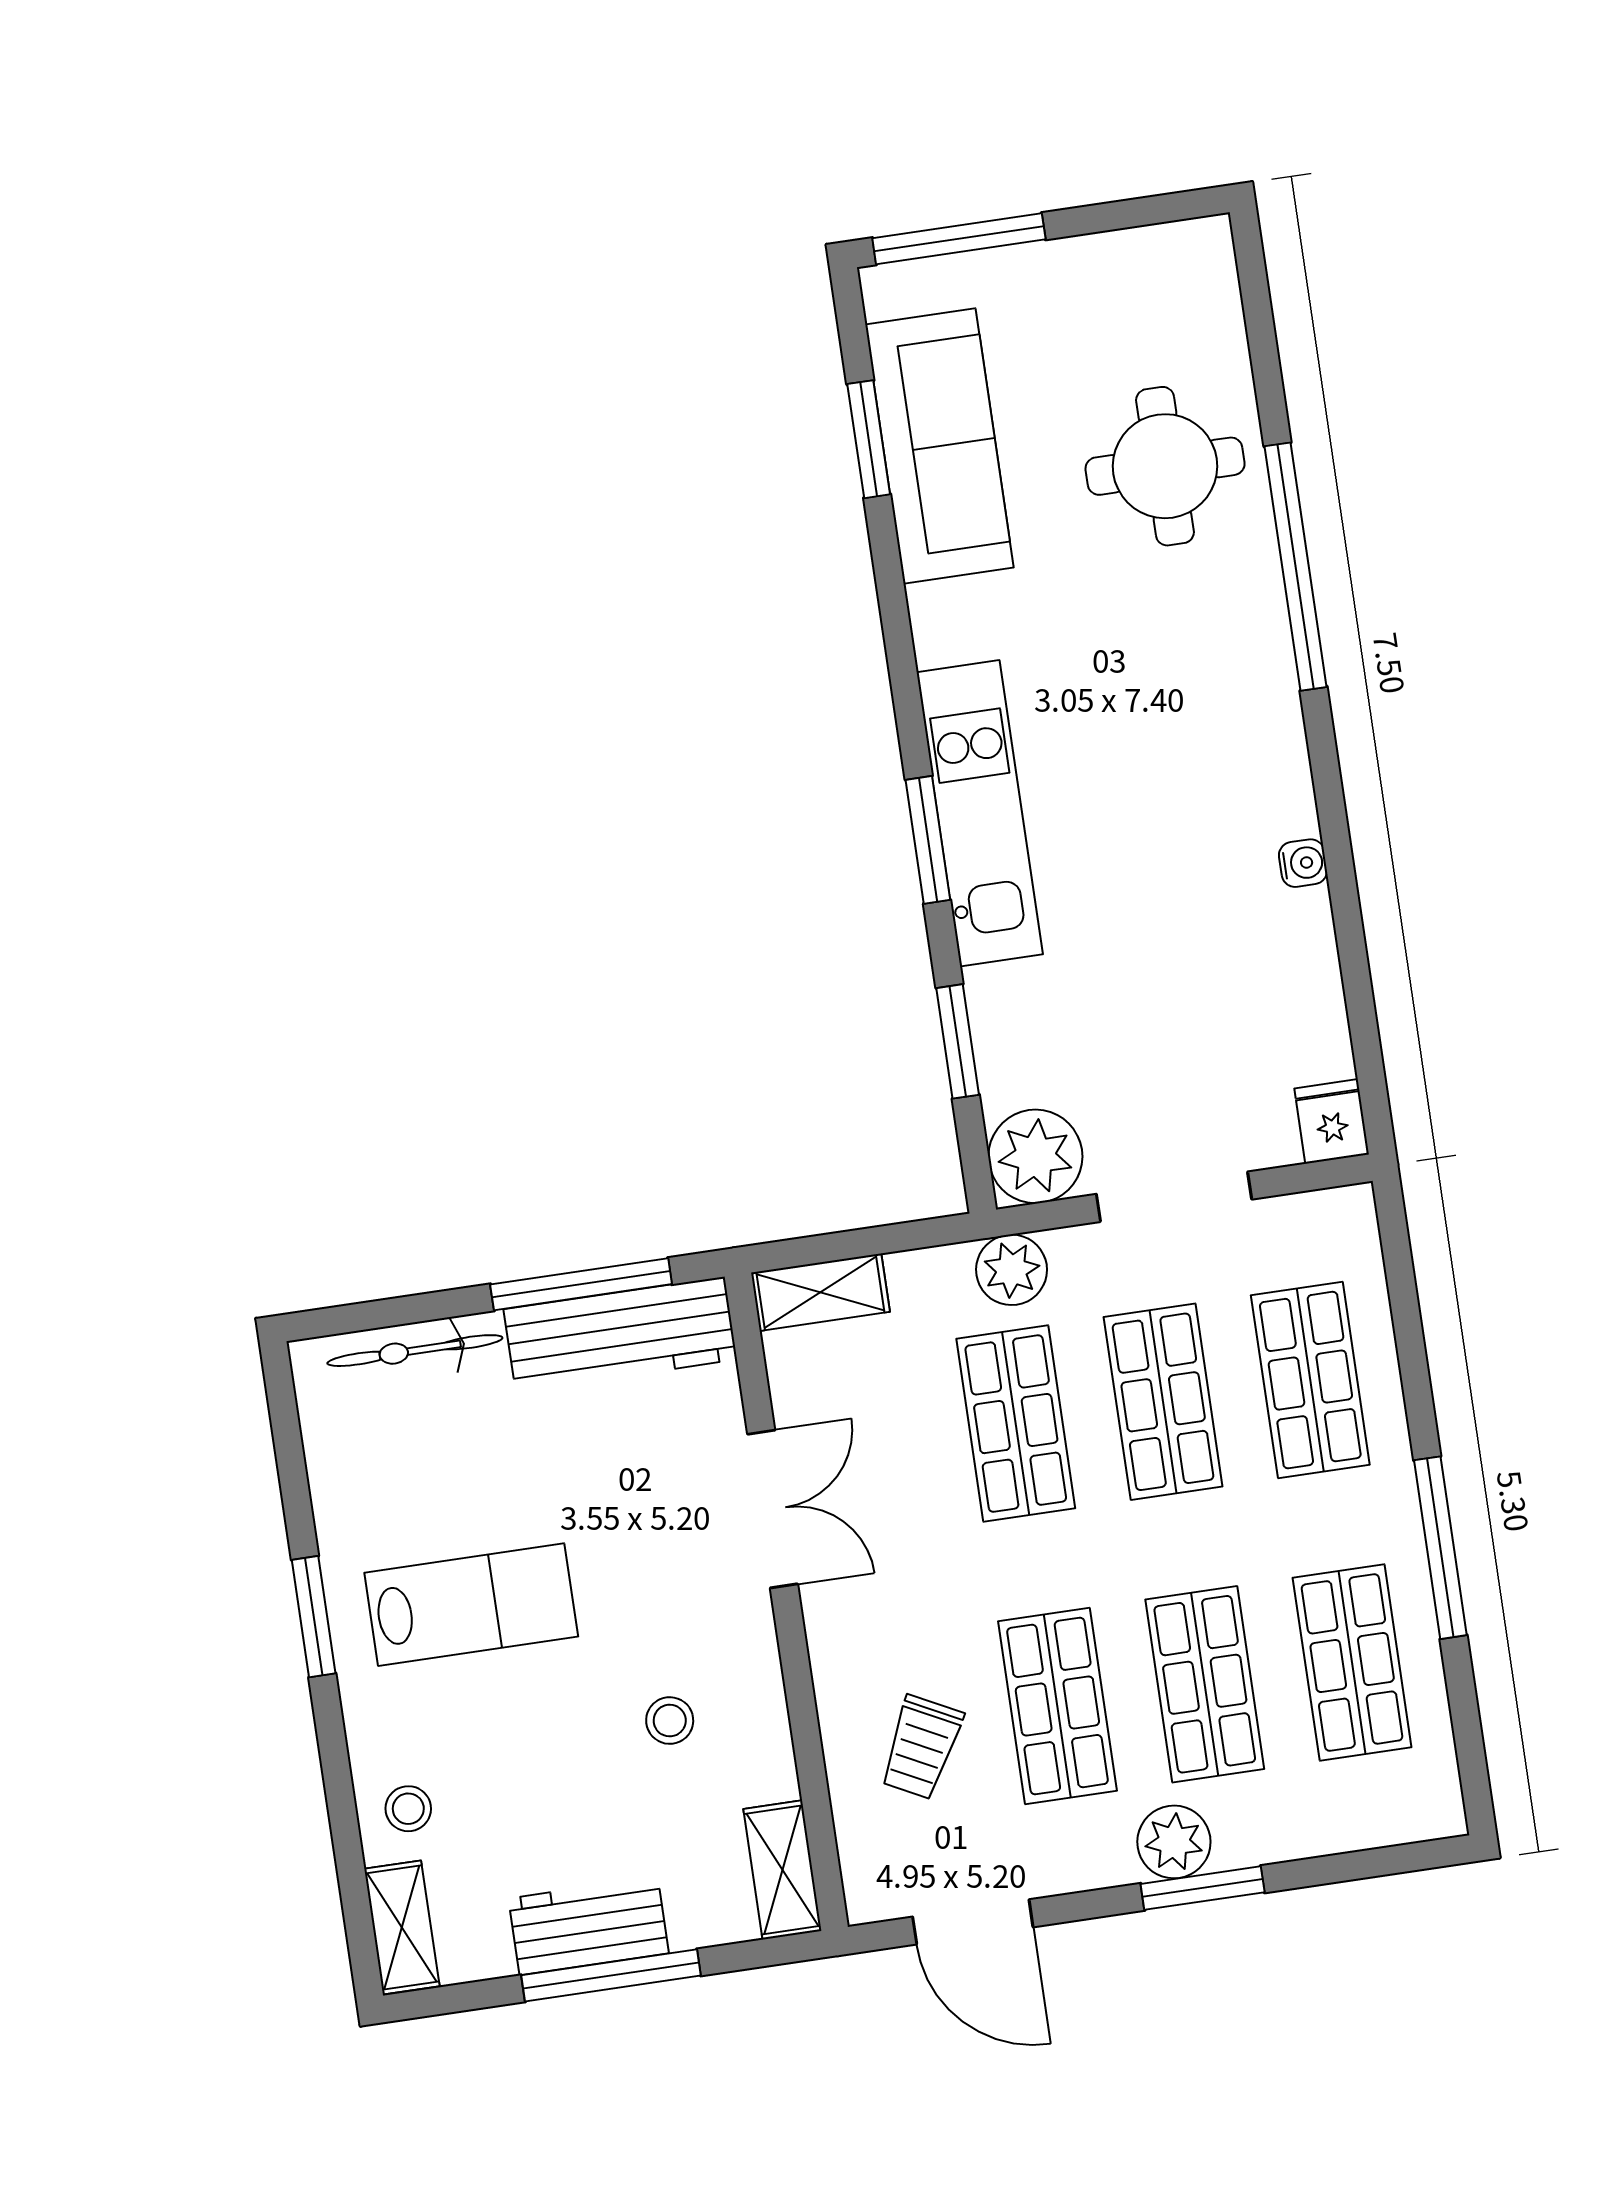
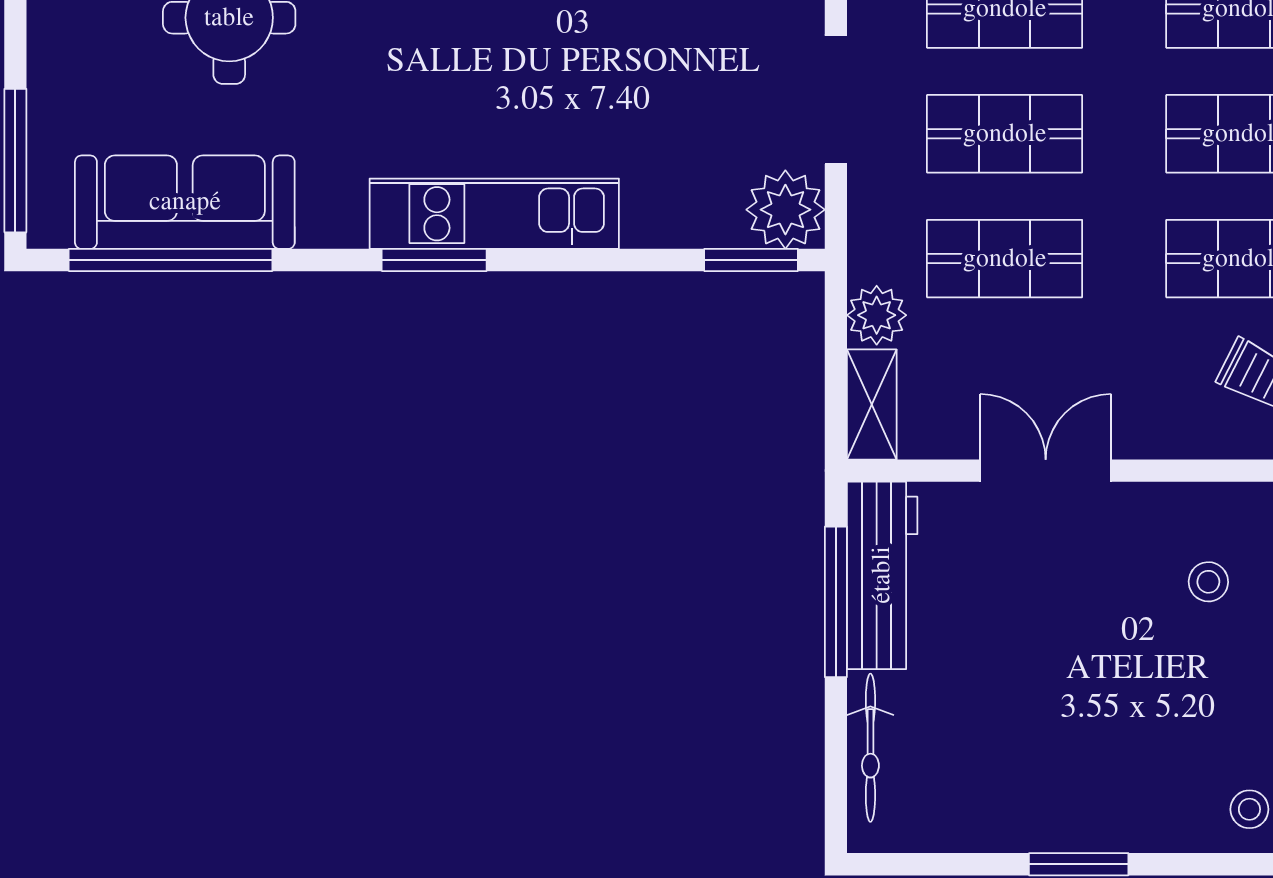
window: (869, 439) -> (171, 260), width x2.11
window: (928, 840) -> (434, 260), moved
window: (958, 1041) -> (751, 260), moved
plant: (1012, 1270) -> (877, 315), moved
lab bench: (471, 1605) -> (1088, 732), removed

